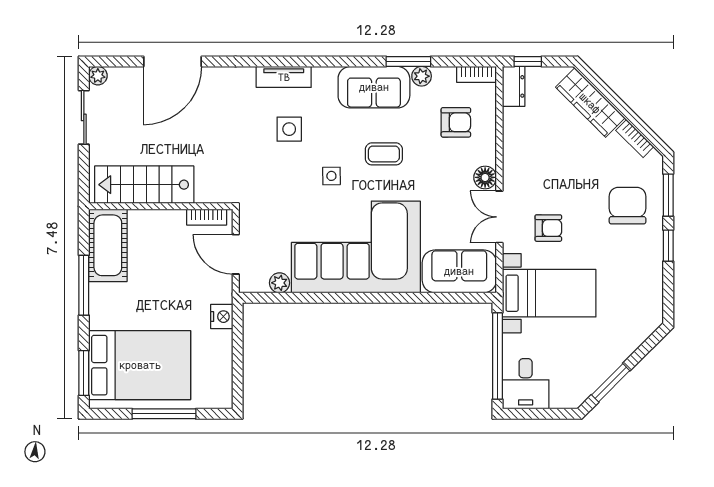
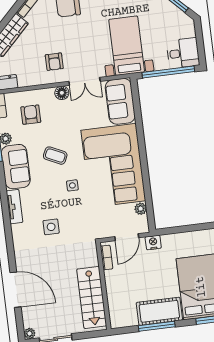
tv unit: (284, 77) -> (15, 207), moved
side table: (289, 129) -> (51, 227), moved
coffee table: (384, 154) -> (55, 156), turned -65
armchair: (548, 228) -> (54, 62), moved, turned 180
cot: (108, 245) -> (159, 311), moved
nightstand: (222, 317) -> (153, 242), moved

